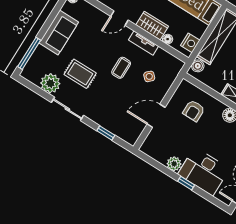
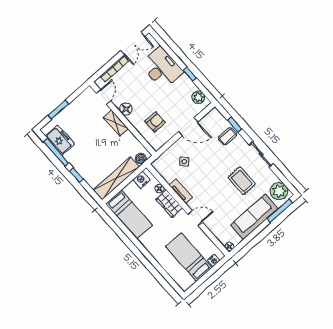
sofa: (59, 33) -> (254, 217), width x1.36
coffee table: (121, 68) -> (228, 136), moved
plant: (50, 83) -> (279, 191), moved
plant: (174, 164) -> (198, 97), moved
window: (186, 183) -> (190, 74), moved

